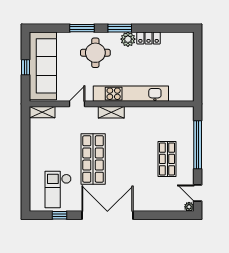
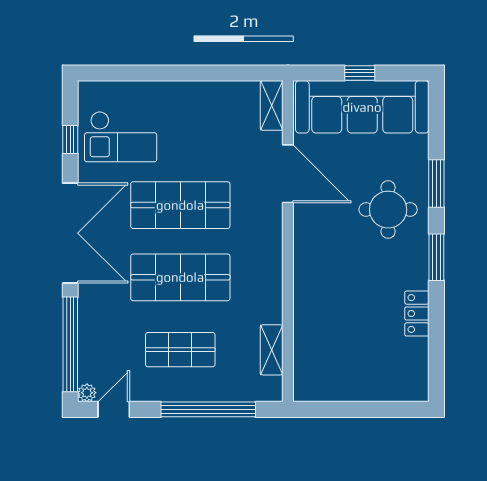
plant: (128, 39) -> (415, 273), removed
kitchen unit: (131, 94) -> (308, 279), removed
door: (77, 104) -> (288, 174), width x1.88
shelving: (111, 112) -> (272, 350), moved
shop shelf: (130, 159) -> (180, 277), added
checkout: (58, 190) -> (121, 137), turned 180
window: (164, 215) -> (70, 344), added

